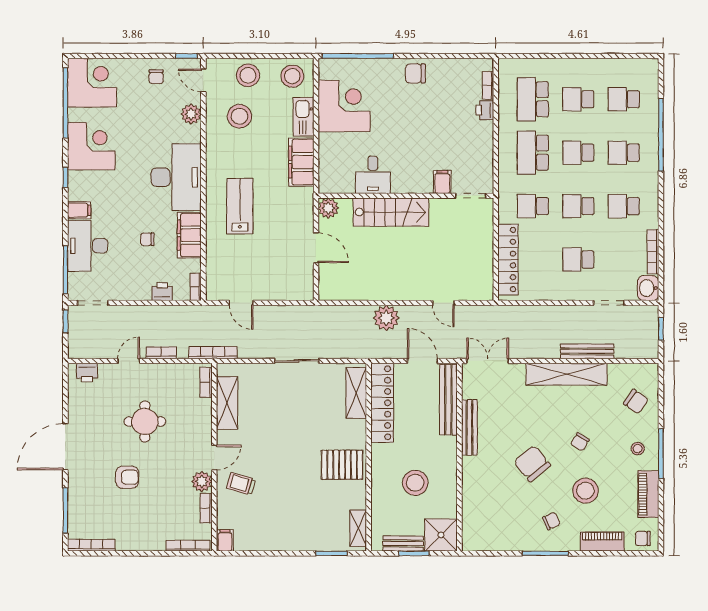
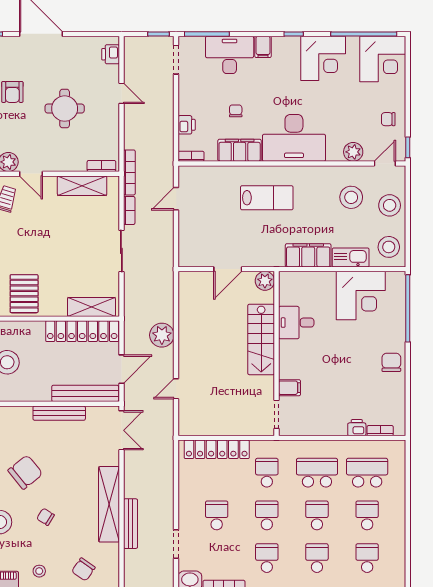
bookcase: (161, 353) -> (129, 211), moved

